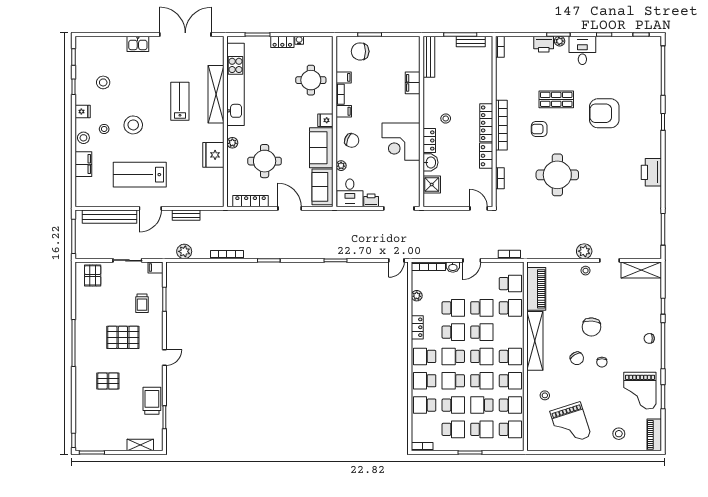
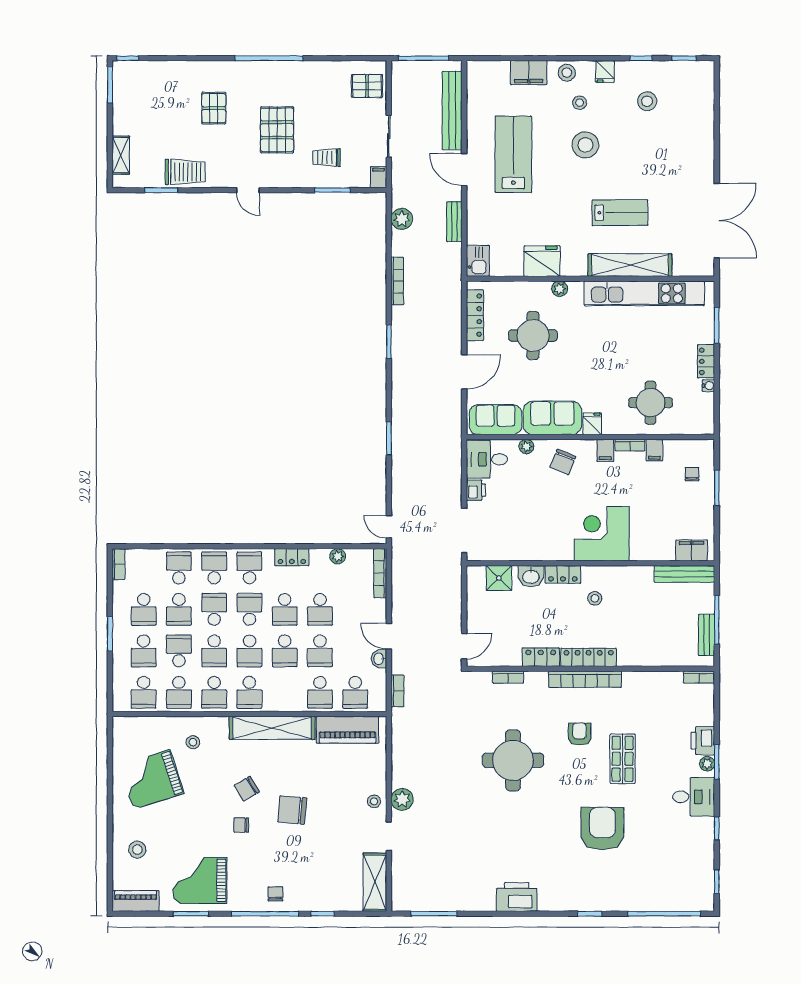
kitchen sink: (138, 44) -> (478, 261), moved, turned 180
chair: (360, 51) -> (692, 474), width x0.54, depth x0.54
filing cabinet: (413, 83) -> (692, 550), moved
corner desk: (401, 142) -> (602, 534), moved
washbasin: (453, 267) -> (379, 659), moved

